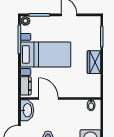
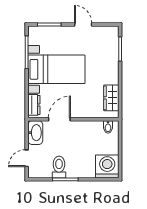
plant: (25, 21) -> (33, 31), removed
wardrobe: (94, 62) -> (111, 98), moved
door: (48, 98) -> (59, 119), hinge flipped

